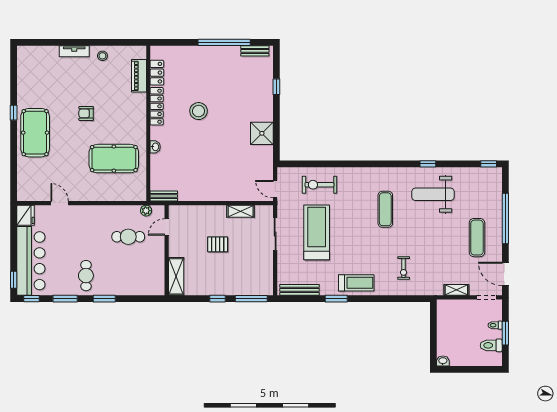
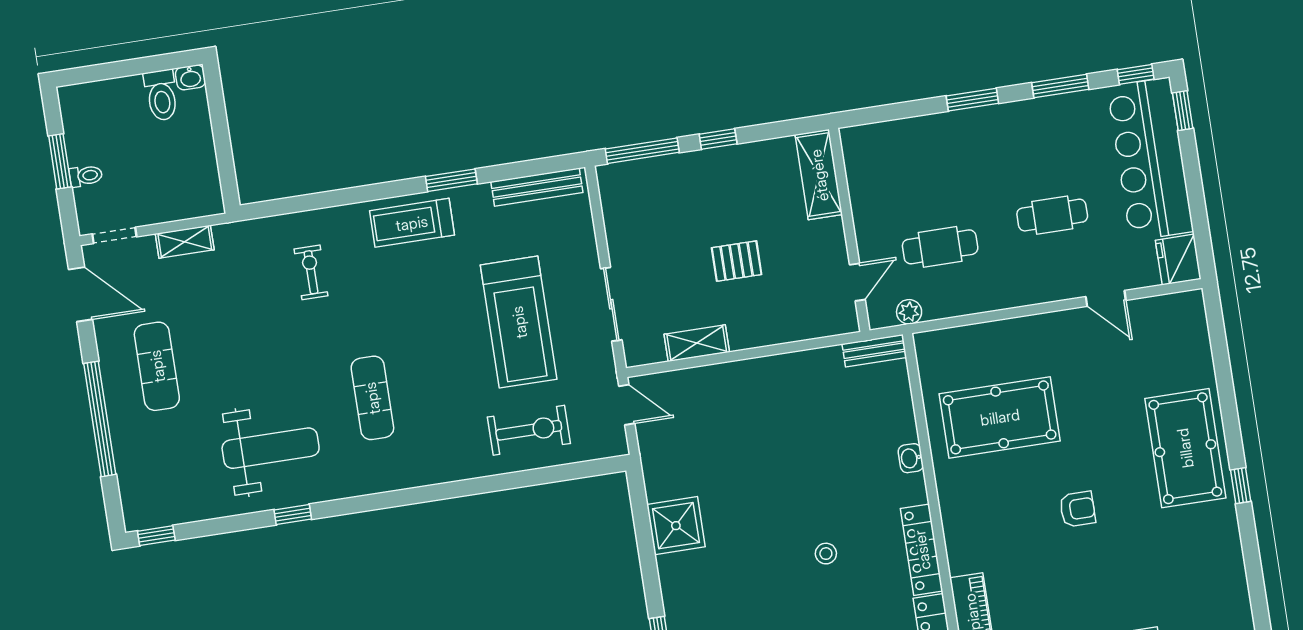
stool: (199, 111) -> (826, 554), width x0.53, depth x0.53
cafe table: (86, 276) -> (1052, 215), moved, turned 90
toilet: (491, 345) -> (161, 95), moved, turned 90

